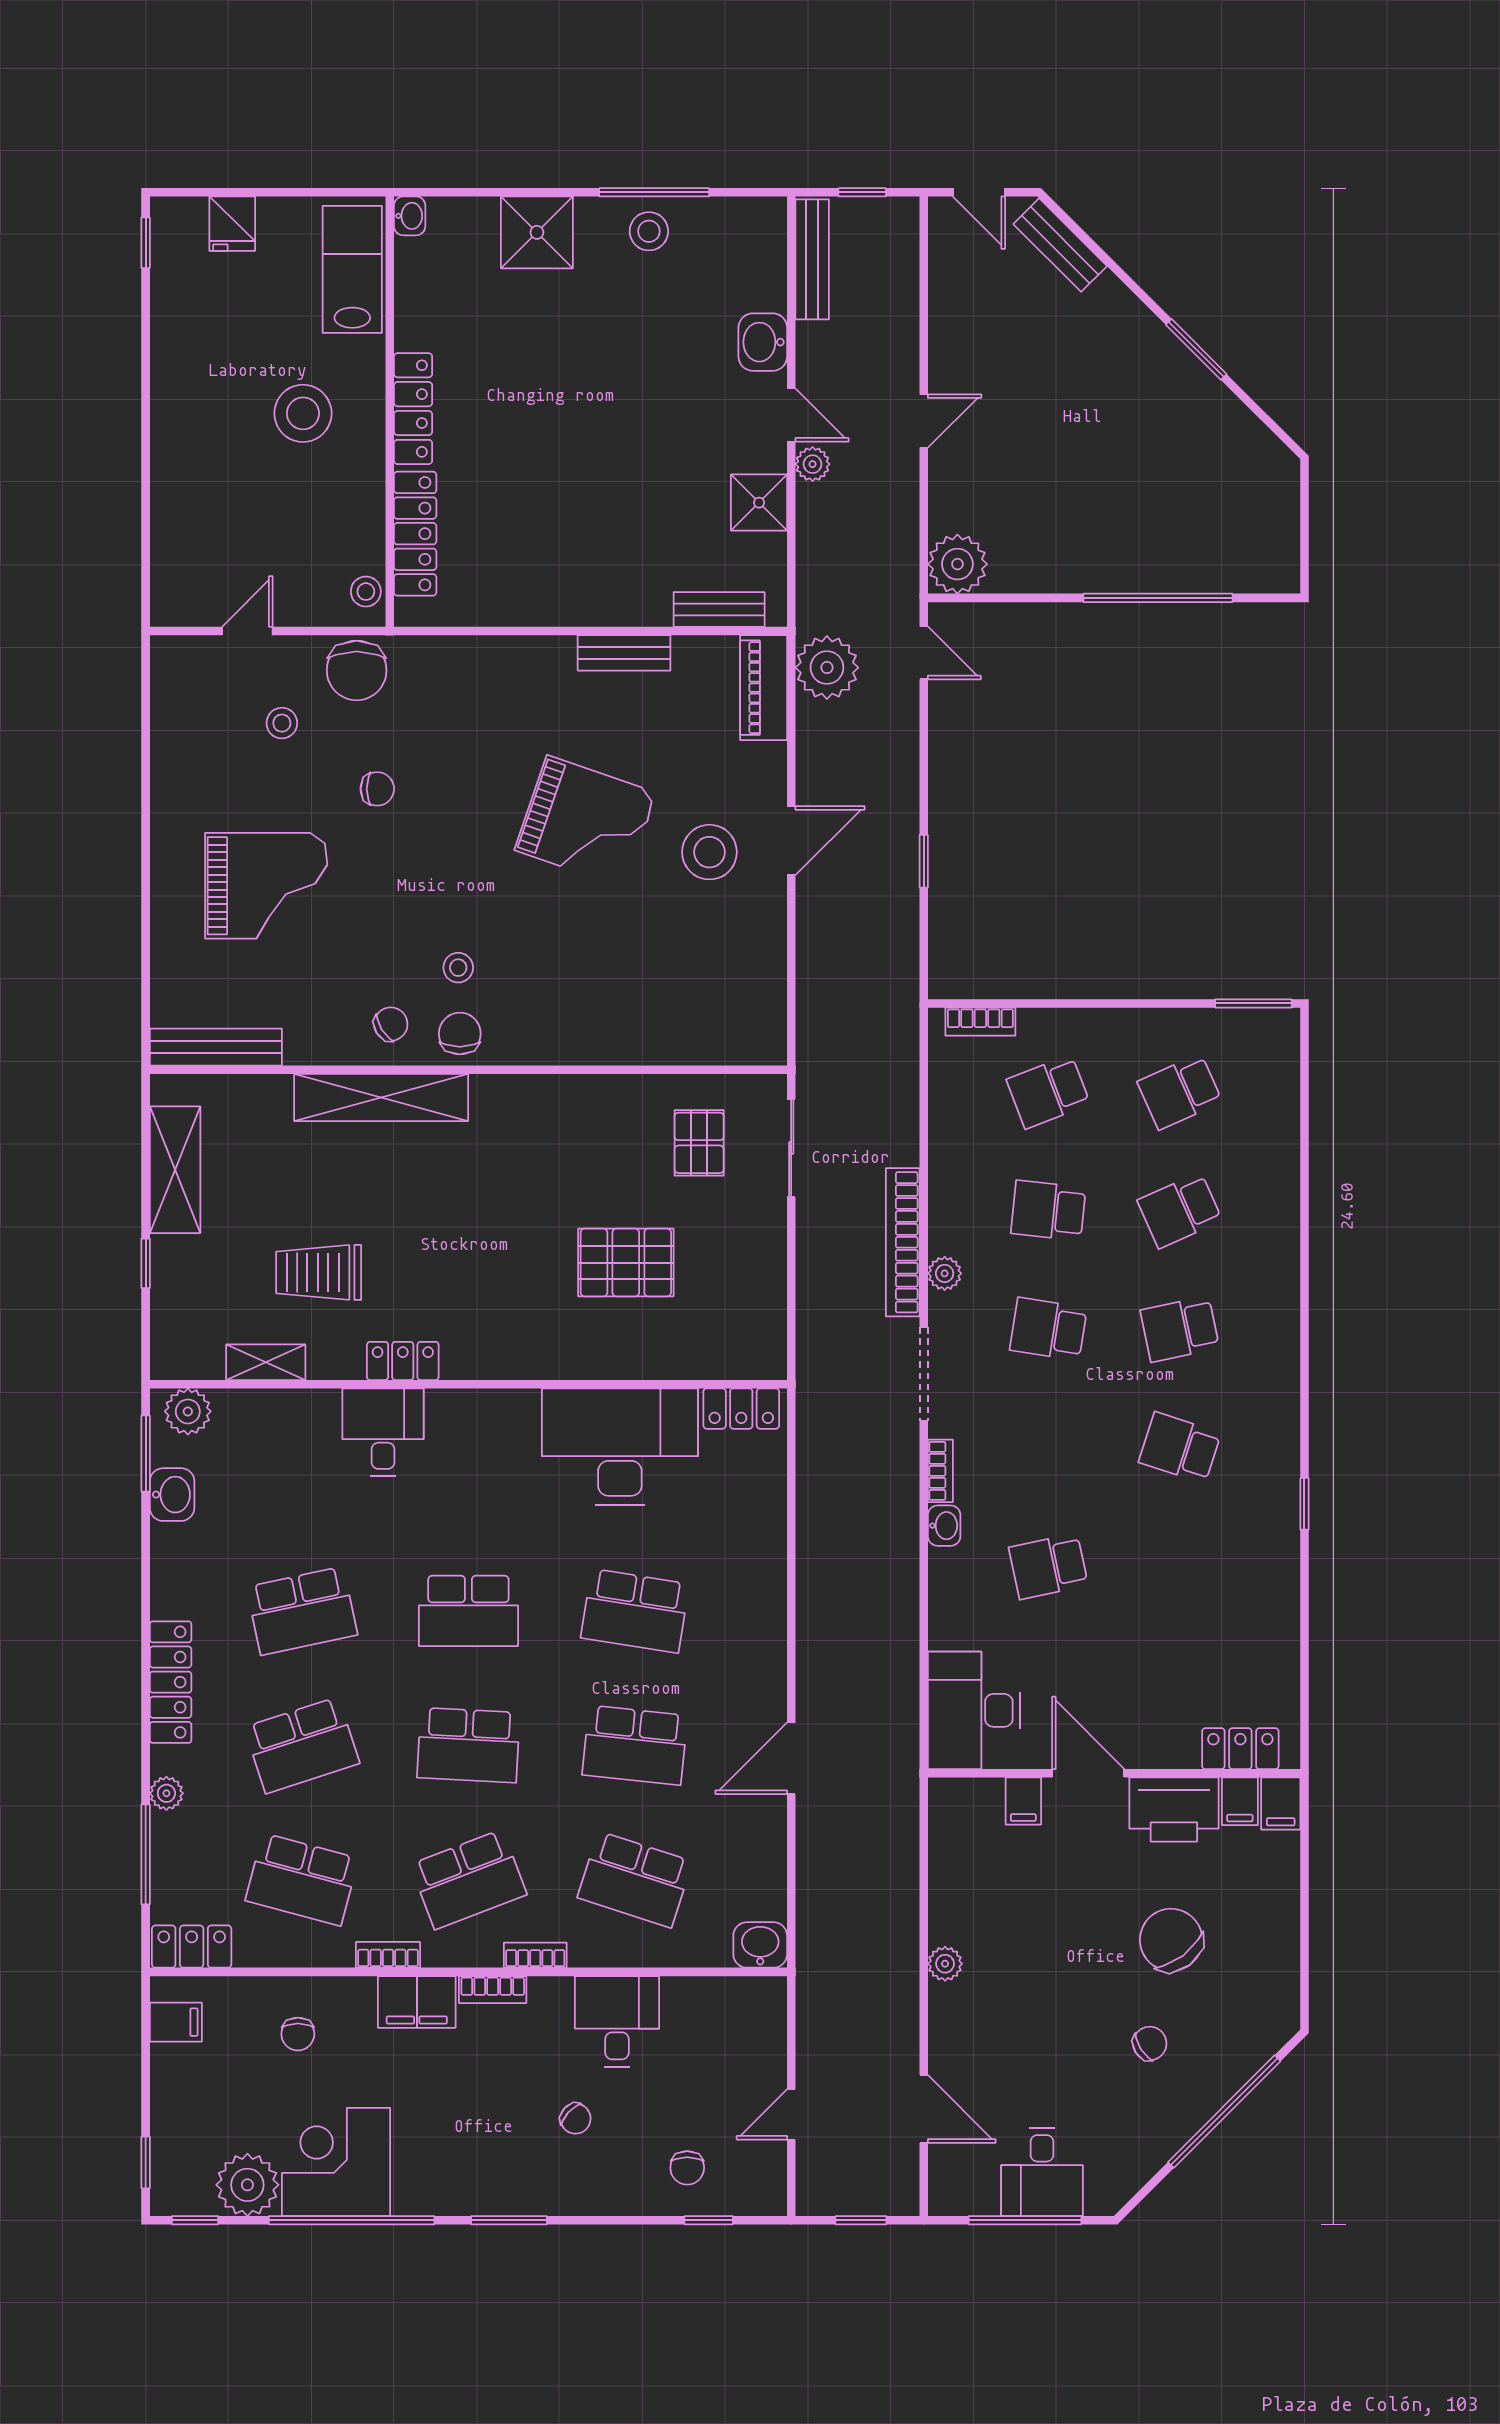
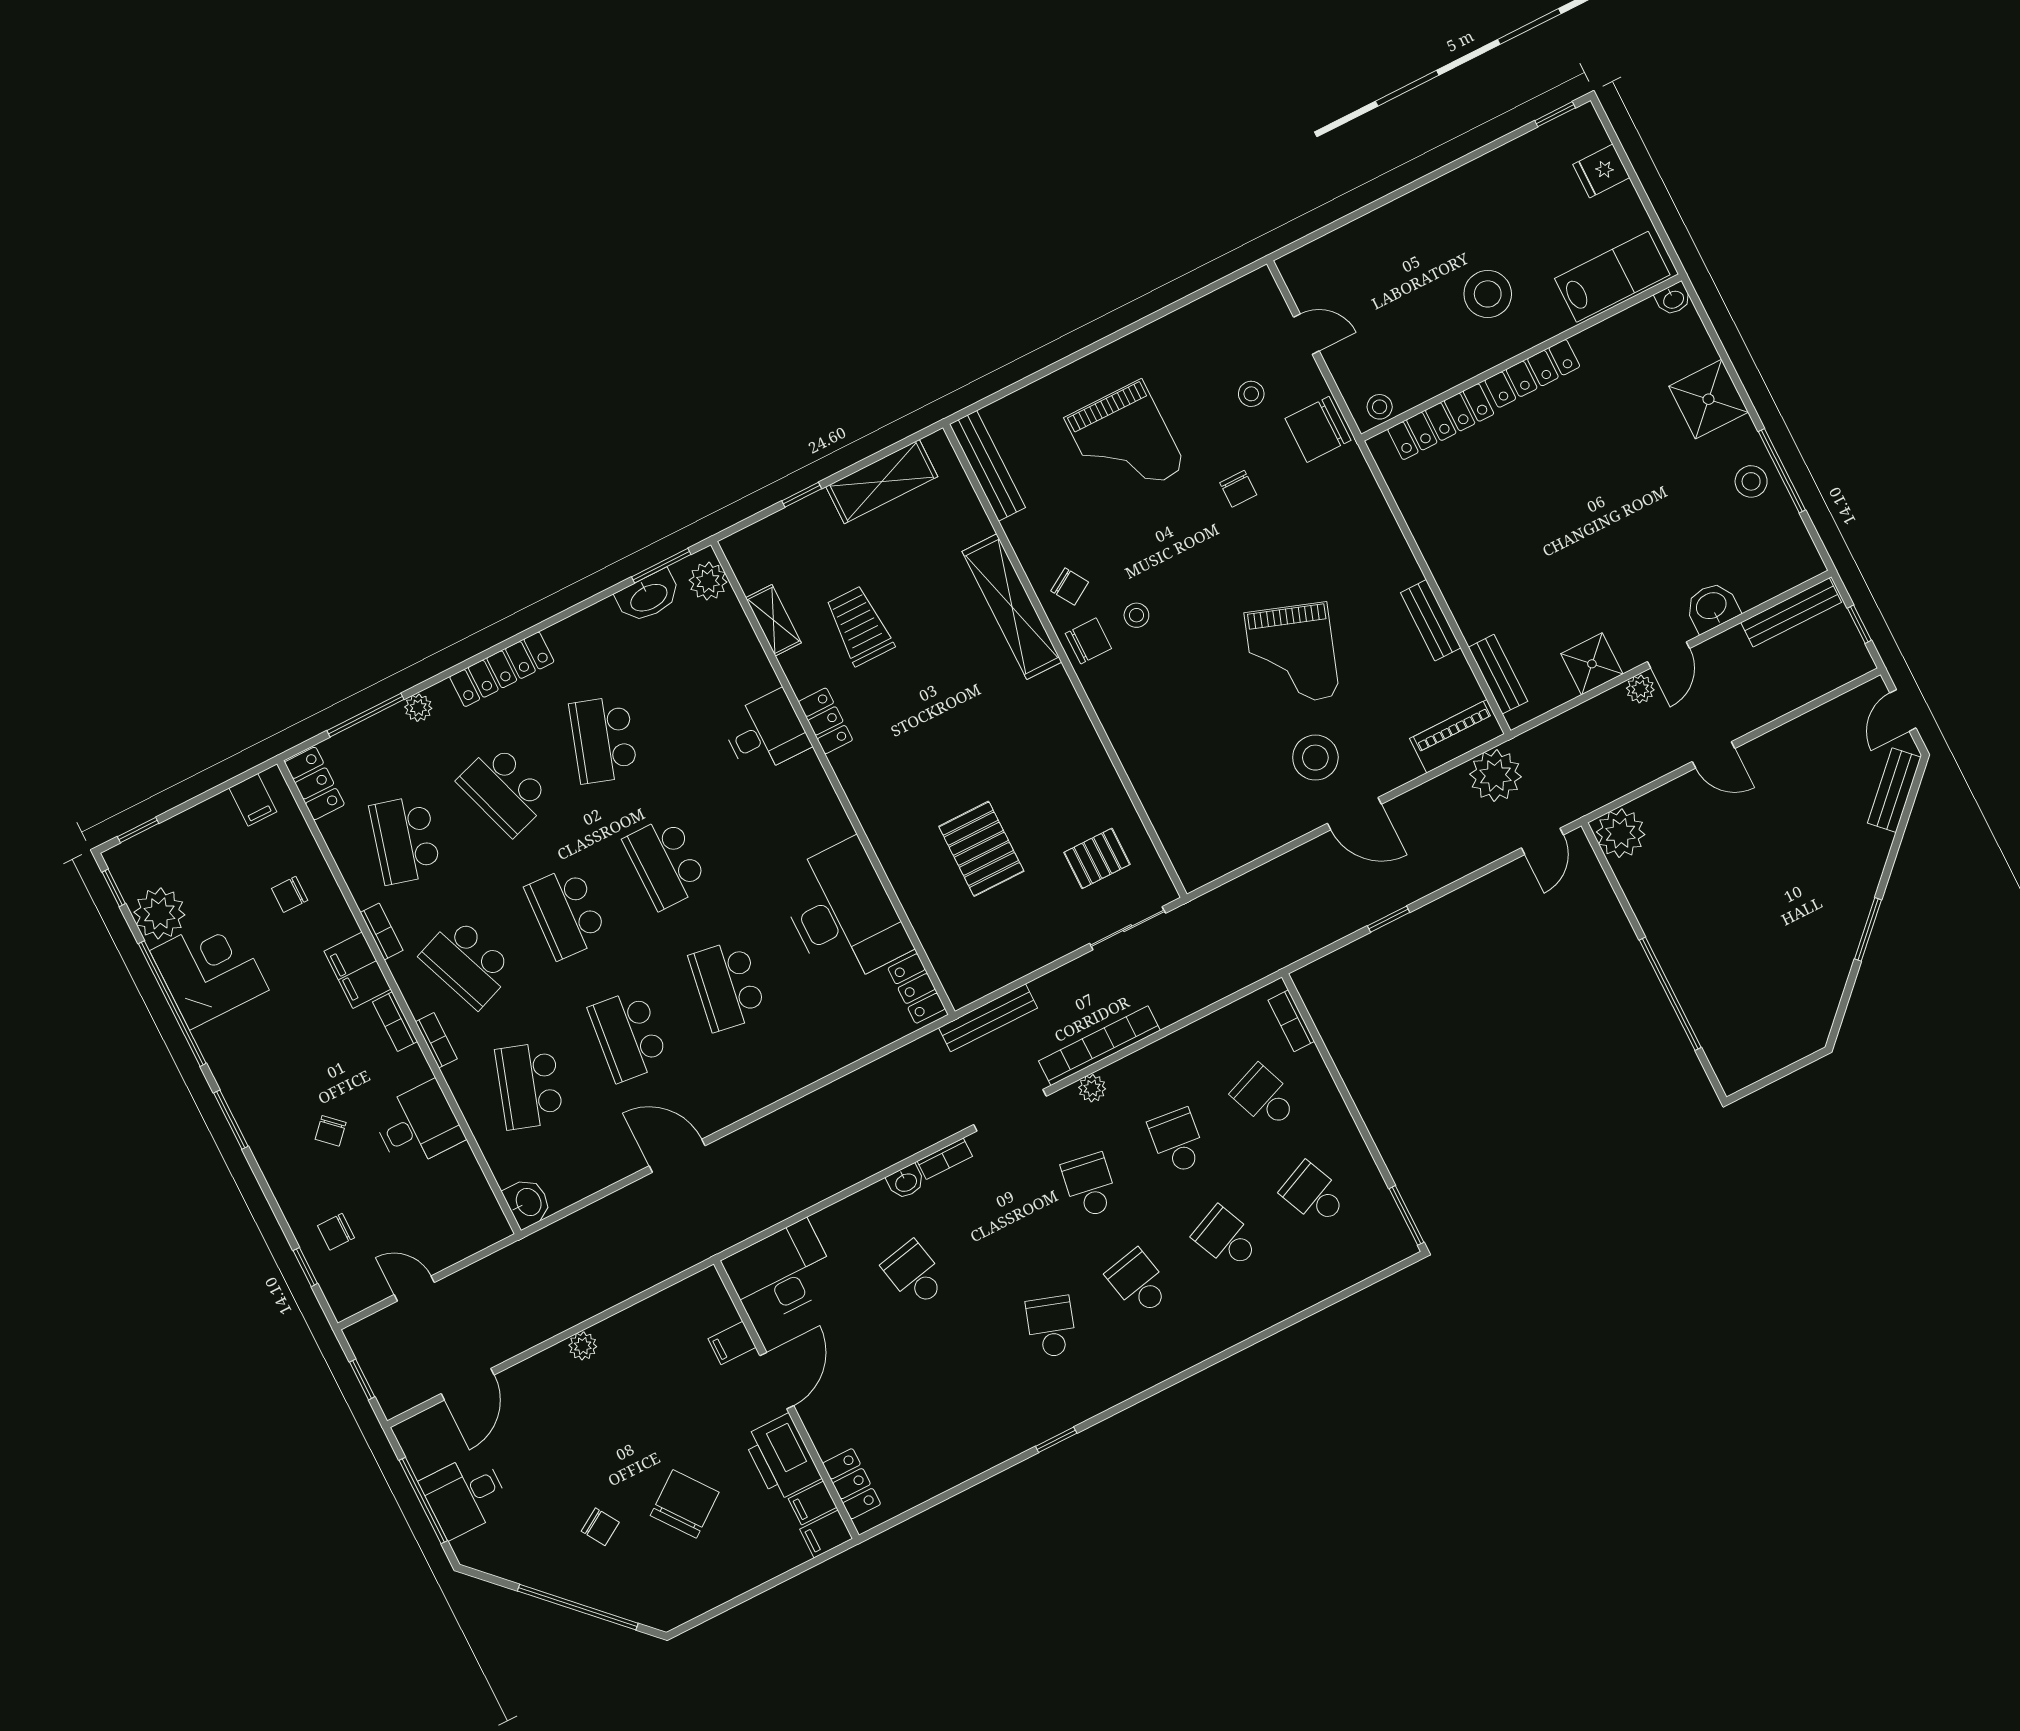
bench: (812, 1347) -> (988, 1018), added
washbasin: (172, 1495) -> (648, 597), width x1.38
school desk: (302, 1611) -> (603, 740), turned 30

